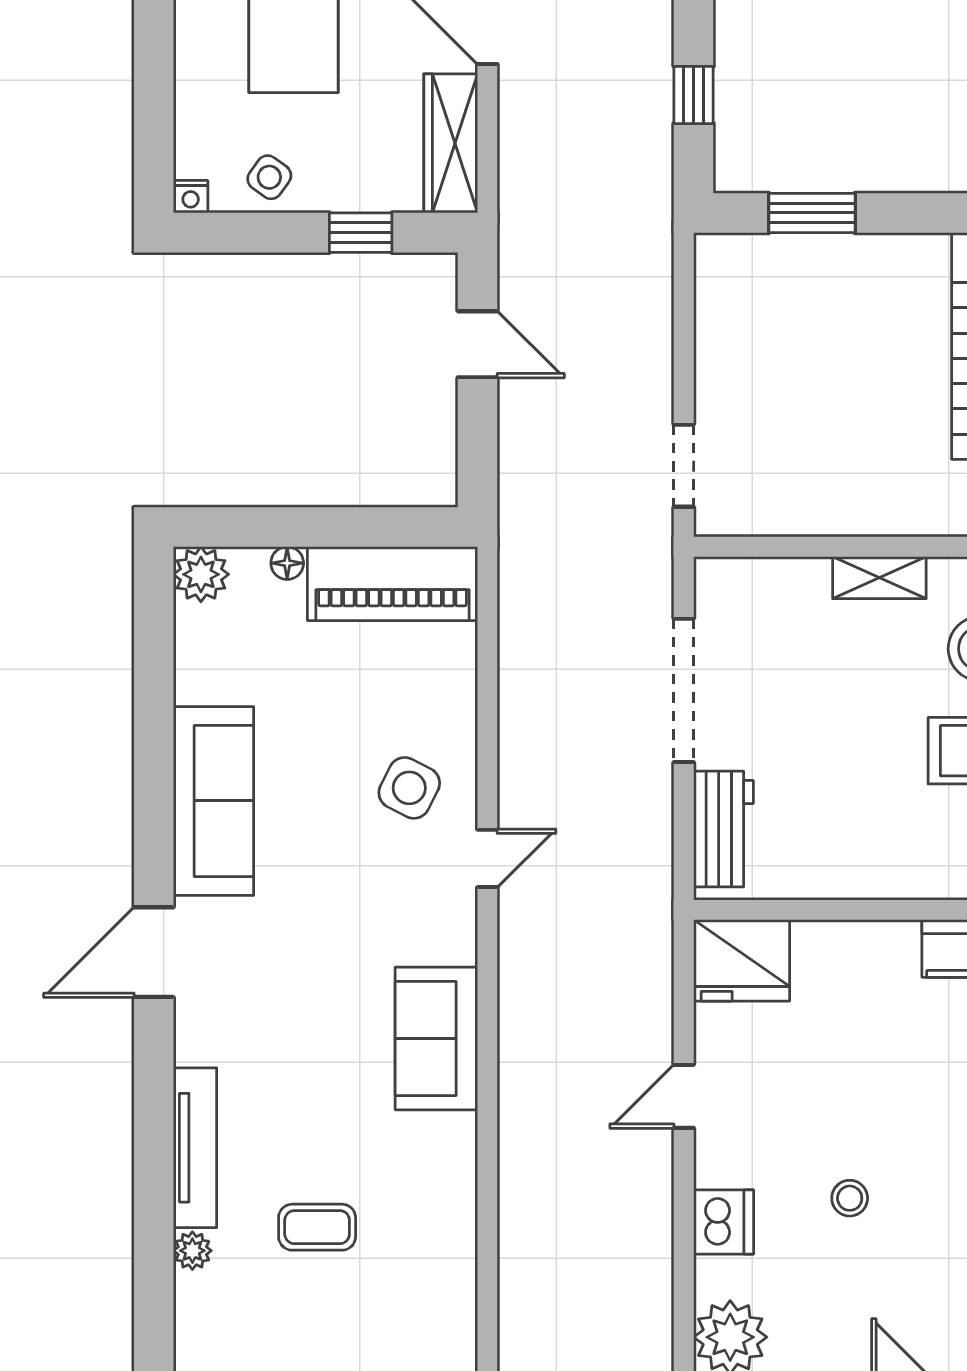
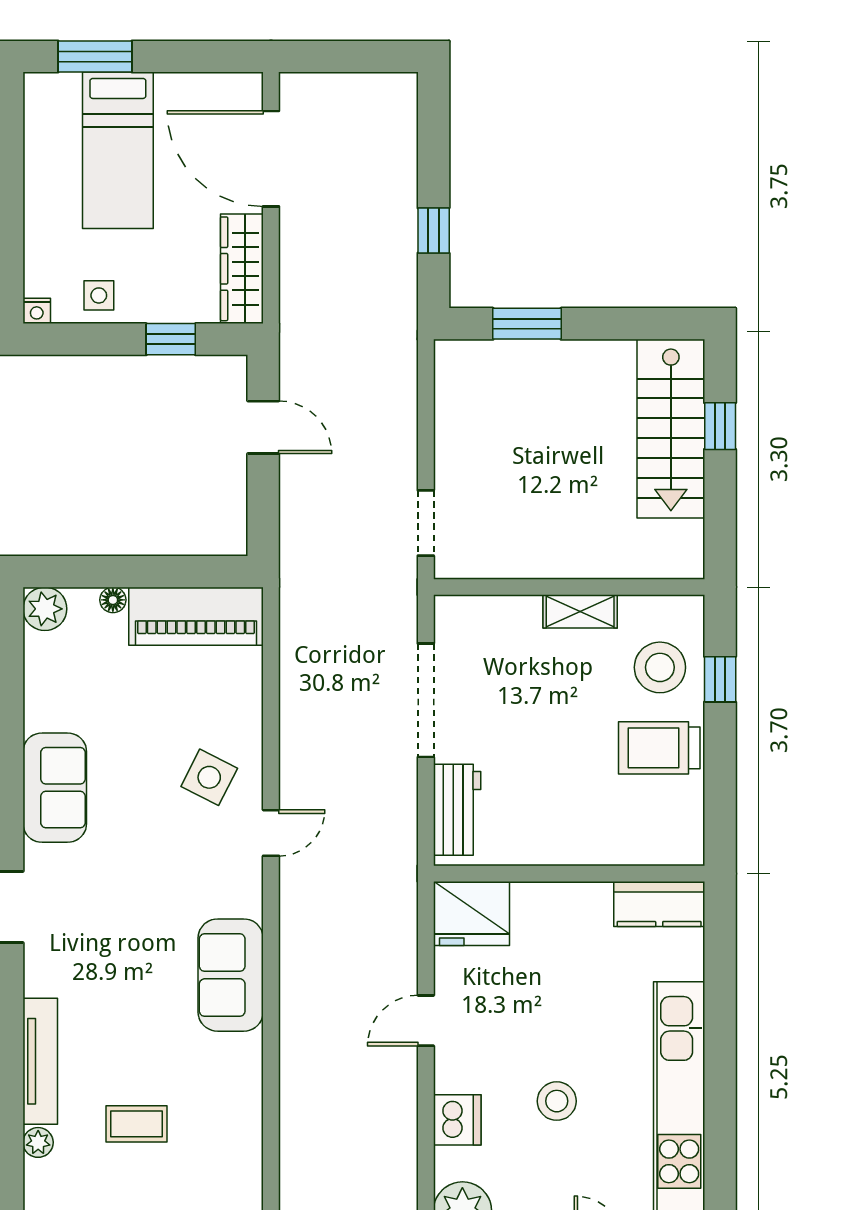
side table: (269, 177) -> (99, 295), turned -36
sofa: (214, 801) -> (55, 788), width x0.73
stool: (850, 1198) -> (557, 1101), width x1.37, depth x1.37

